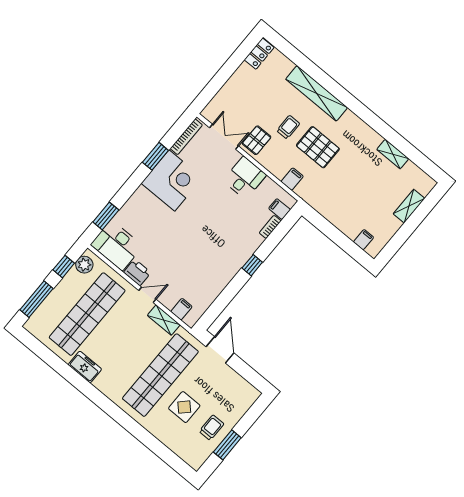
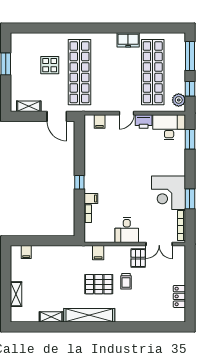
locker: (259, 54) -> (179, 296), moved
shelving: (317, 93) -> (89, 315), moved
filing cabinet: (279, 209) -> (91, 198), moved
shelving: (164, 320) -> (29, 106), moved
trolley: (212, 428) -> (24, 66), removed

